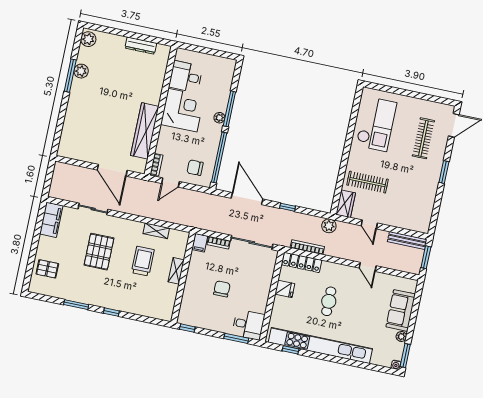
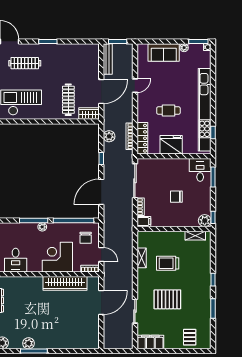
corner desk: (182, 110) -> (57, 257), moved
door: (369, 224) -> (101, 91), width x1.87
plant: (329, 226) -> (109, 136), moved
shelving: (176, 271) -> (195, 236), moved
fridge: (285, 289) -> (171, 145), width x1.88, depth x1.34
plant: (185, 317) -> (205, 221), added

